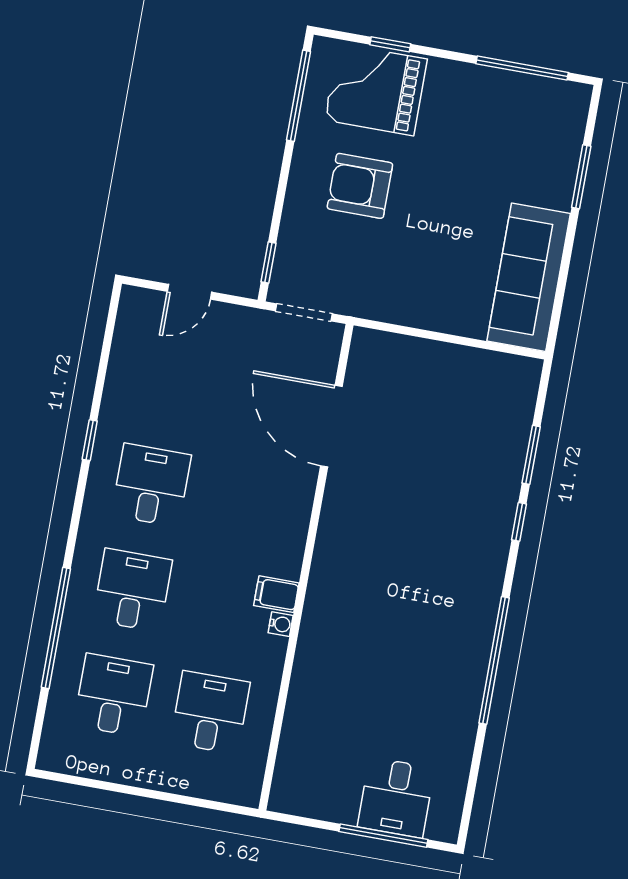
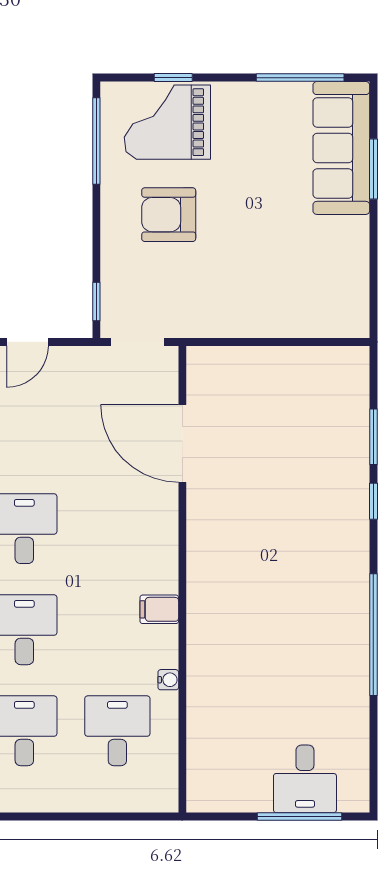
sofa: (529, 277) -> (341, 148), moved
water cooler: (281, 624) -> (168, 680), moved

